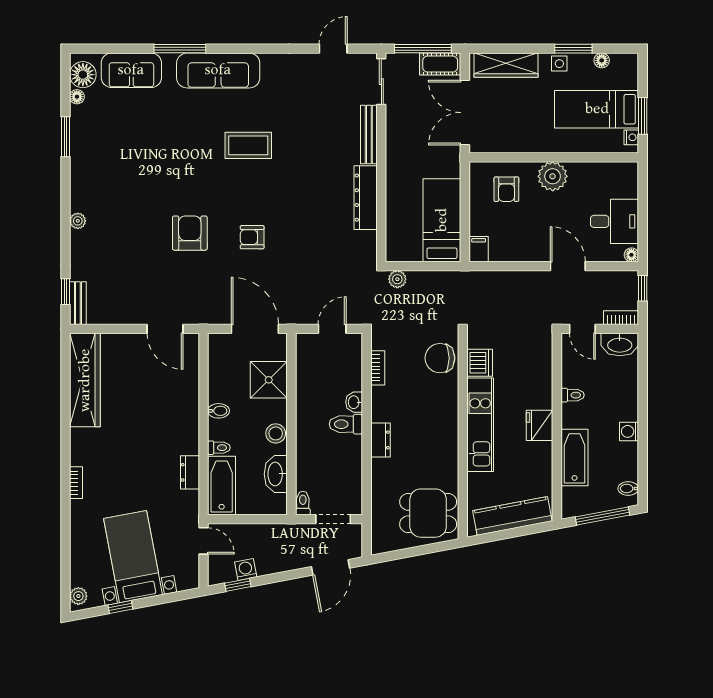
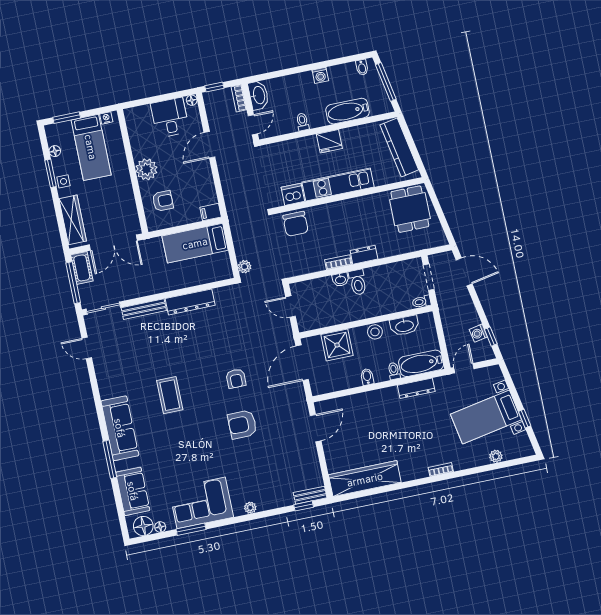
window: (643, 116) -> (67, 118), moved
corner sofa: (97, 157) -> (201, 503), added
bookcase: (378, 368) -> (338, 262), moved
dresser: (190, 472) -> (416, 388), width x1.44
plant: (78, 596) -> (496, 456), moved

